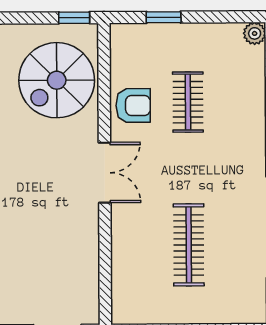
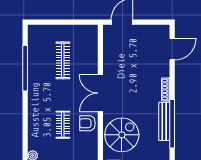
double door: (105, 173) -> (100, 93), width x1.37

